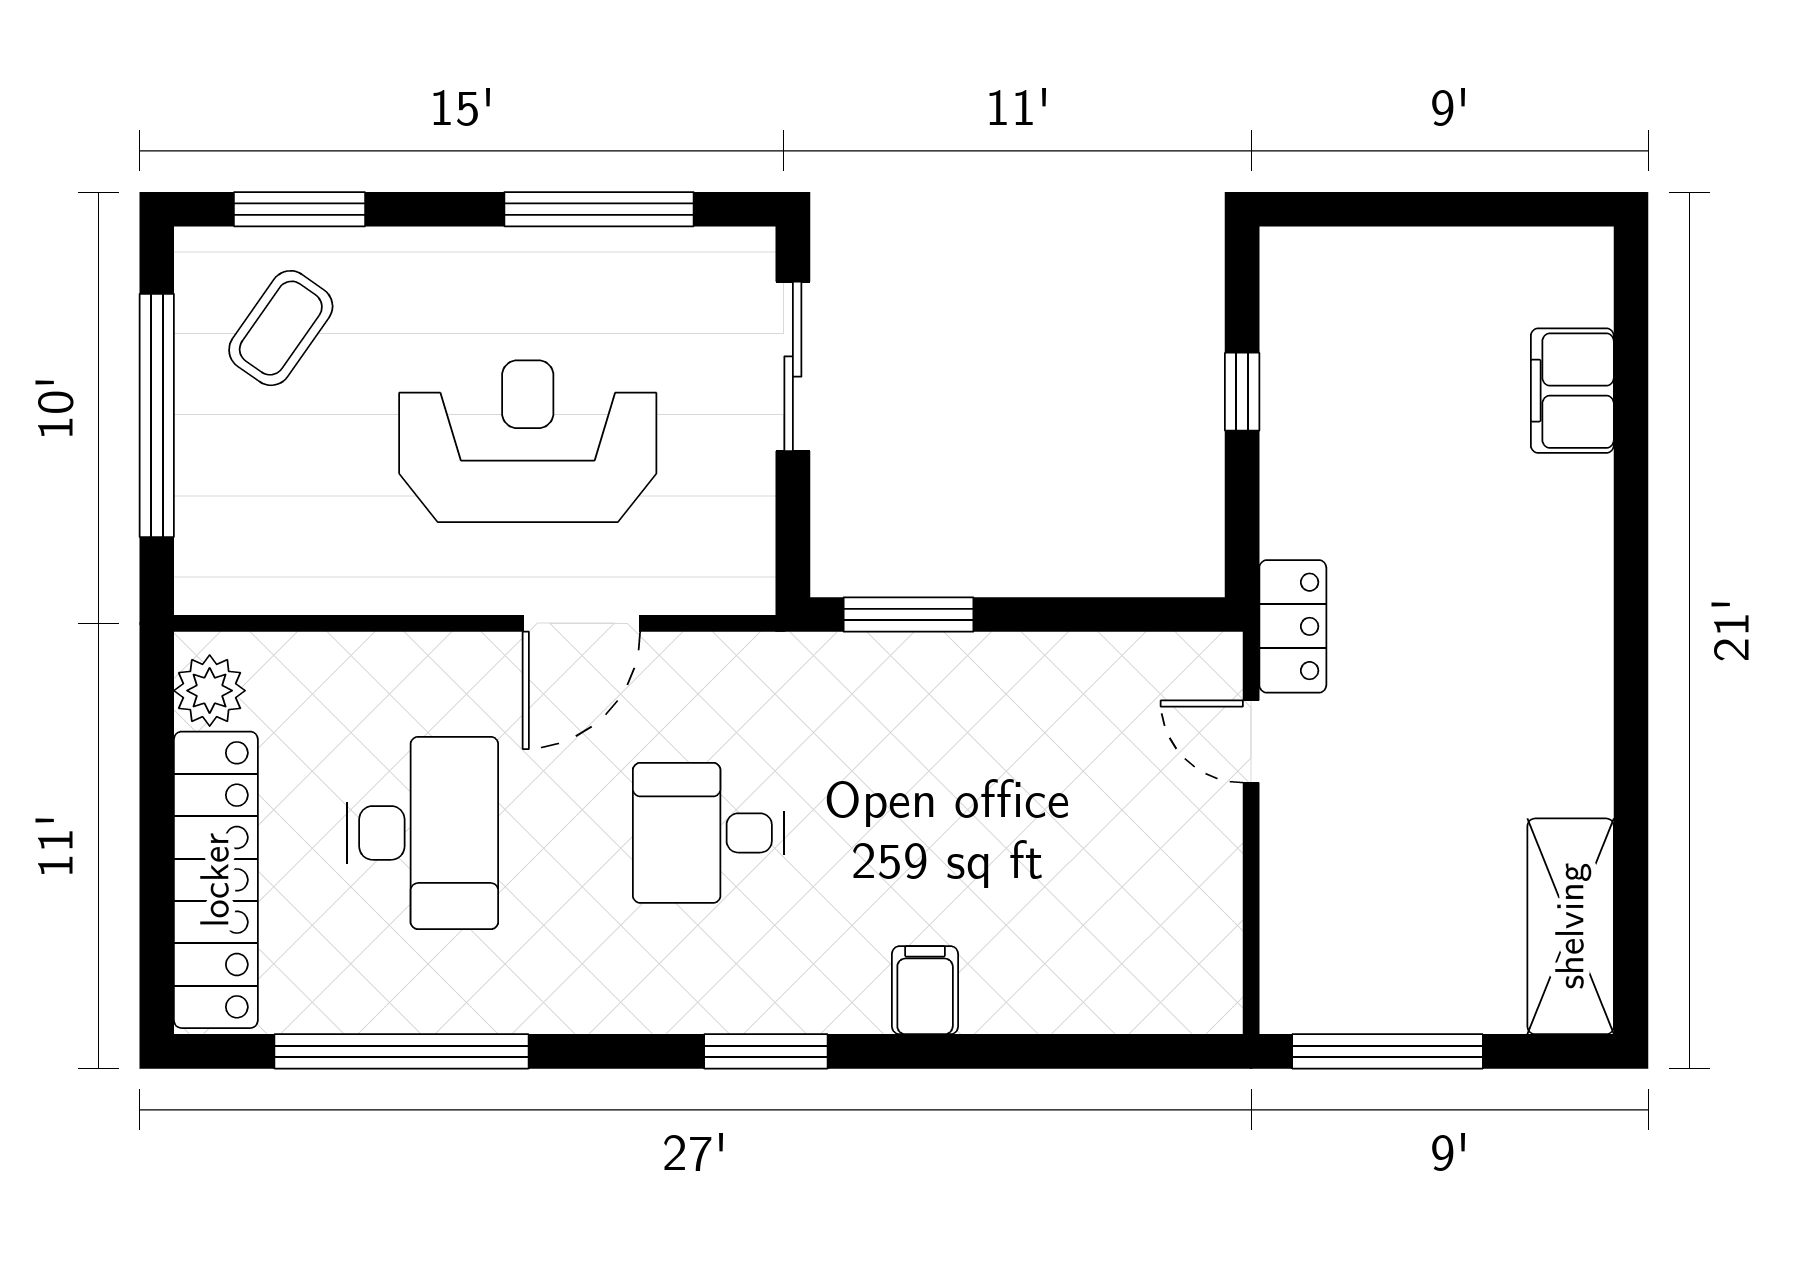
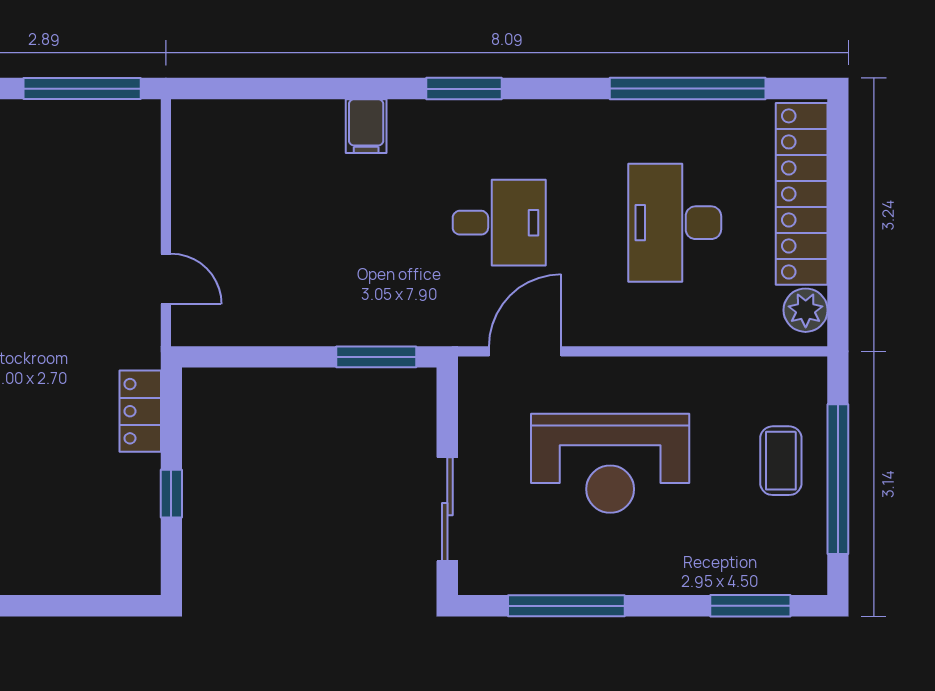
coffee table: (281, 328) -> (781, 461), moved, turned -35
door: (581, 623) -> (525, 351), moved
locker: (1293, 626) -> (140, 411), moved

